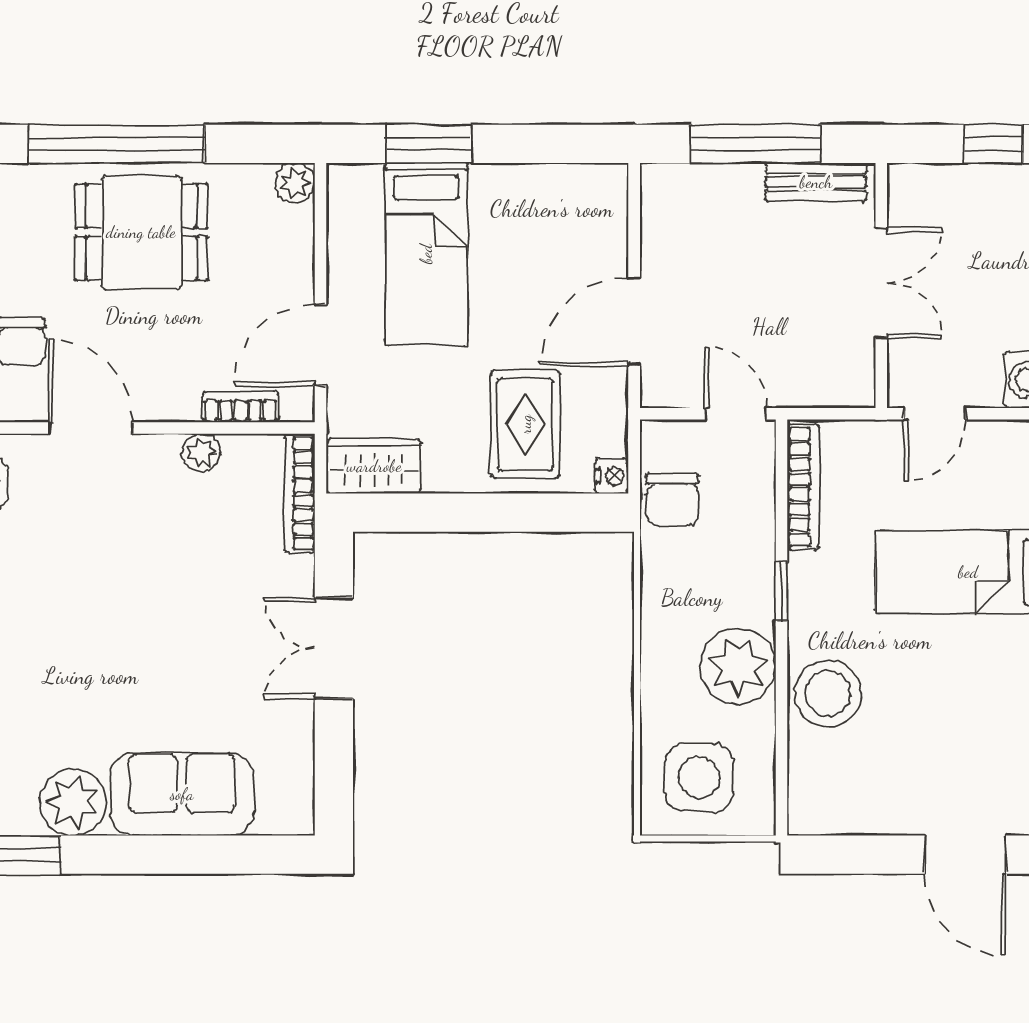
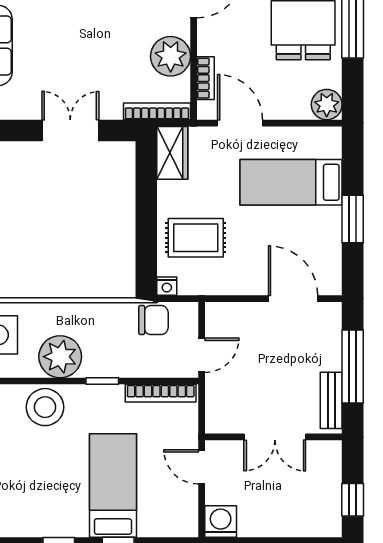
window: (429, 144) -> (353, 219), moved
plant: (295, 183) -> (327, 105), width x1.38, depth x1.38
door: (634, 322) -> (293, 299), moved
plant: (201, 453) -> (171, 56), width x1.88, depth x1.88
chair: (672, 500) -> (153, 320), turned 180

